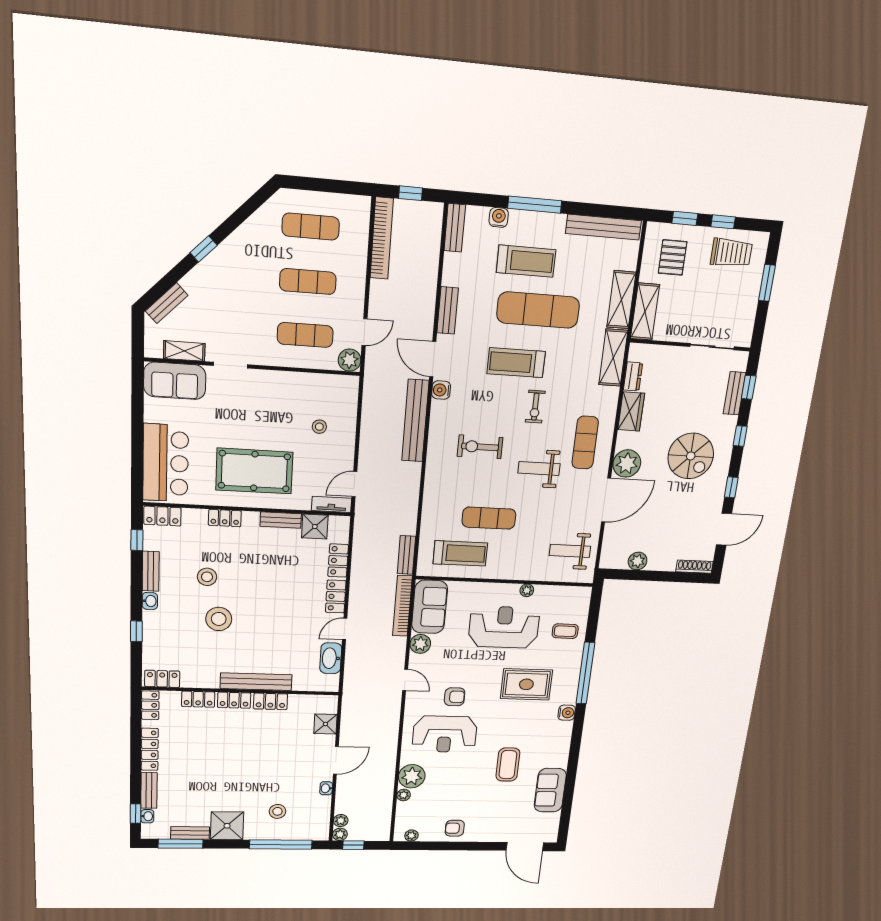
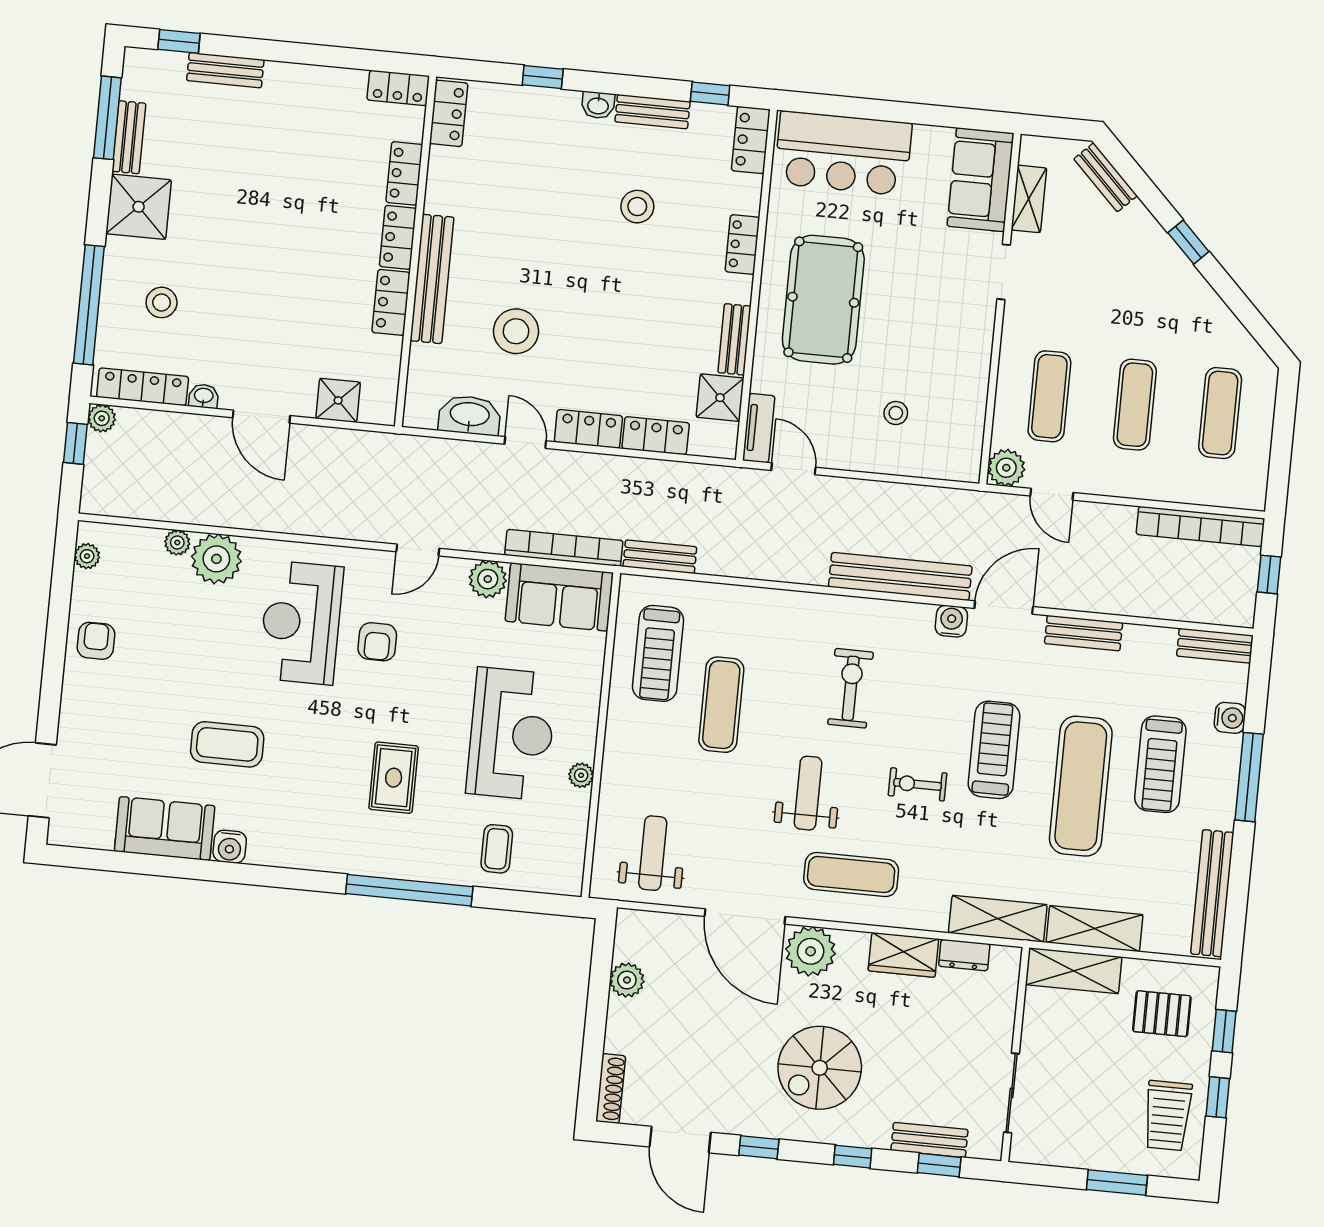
stool: (219, 619) -> (516, 331), moved
rug: (526, 684) -> (394, 778), width x0.73, depth x0.70
water cooler: (567, 713) -> (230, 847), moved
locker: (150, 749) -> (143, 387), moved, turned 180
washbasin: (147, 816) -> (171, 62), removed
plant: (341, 821) -> (132, 421), removed

